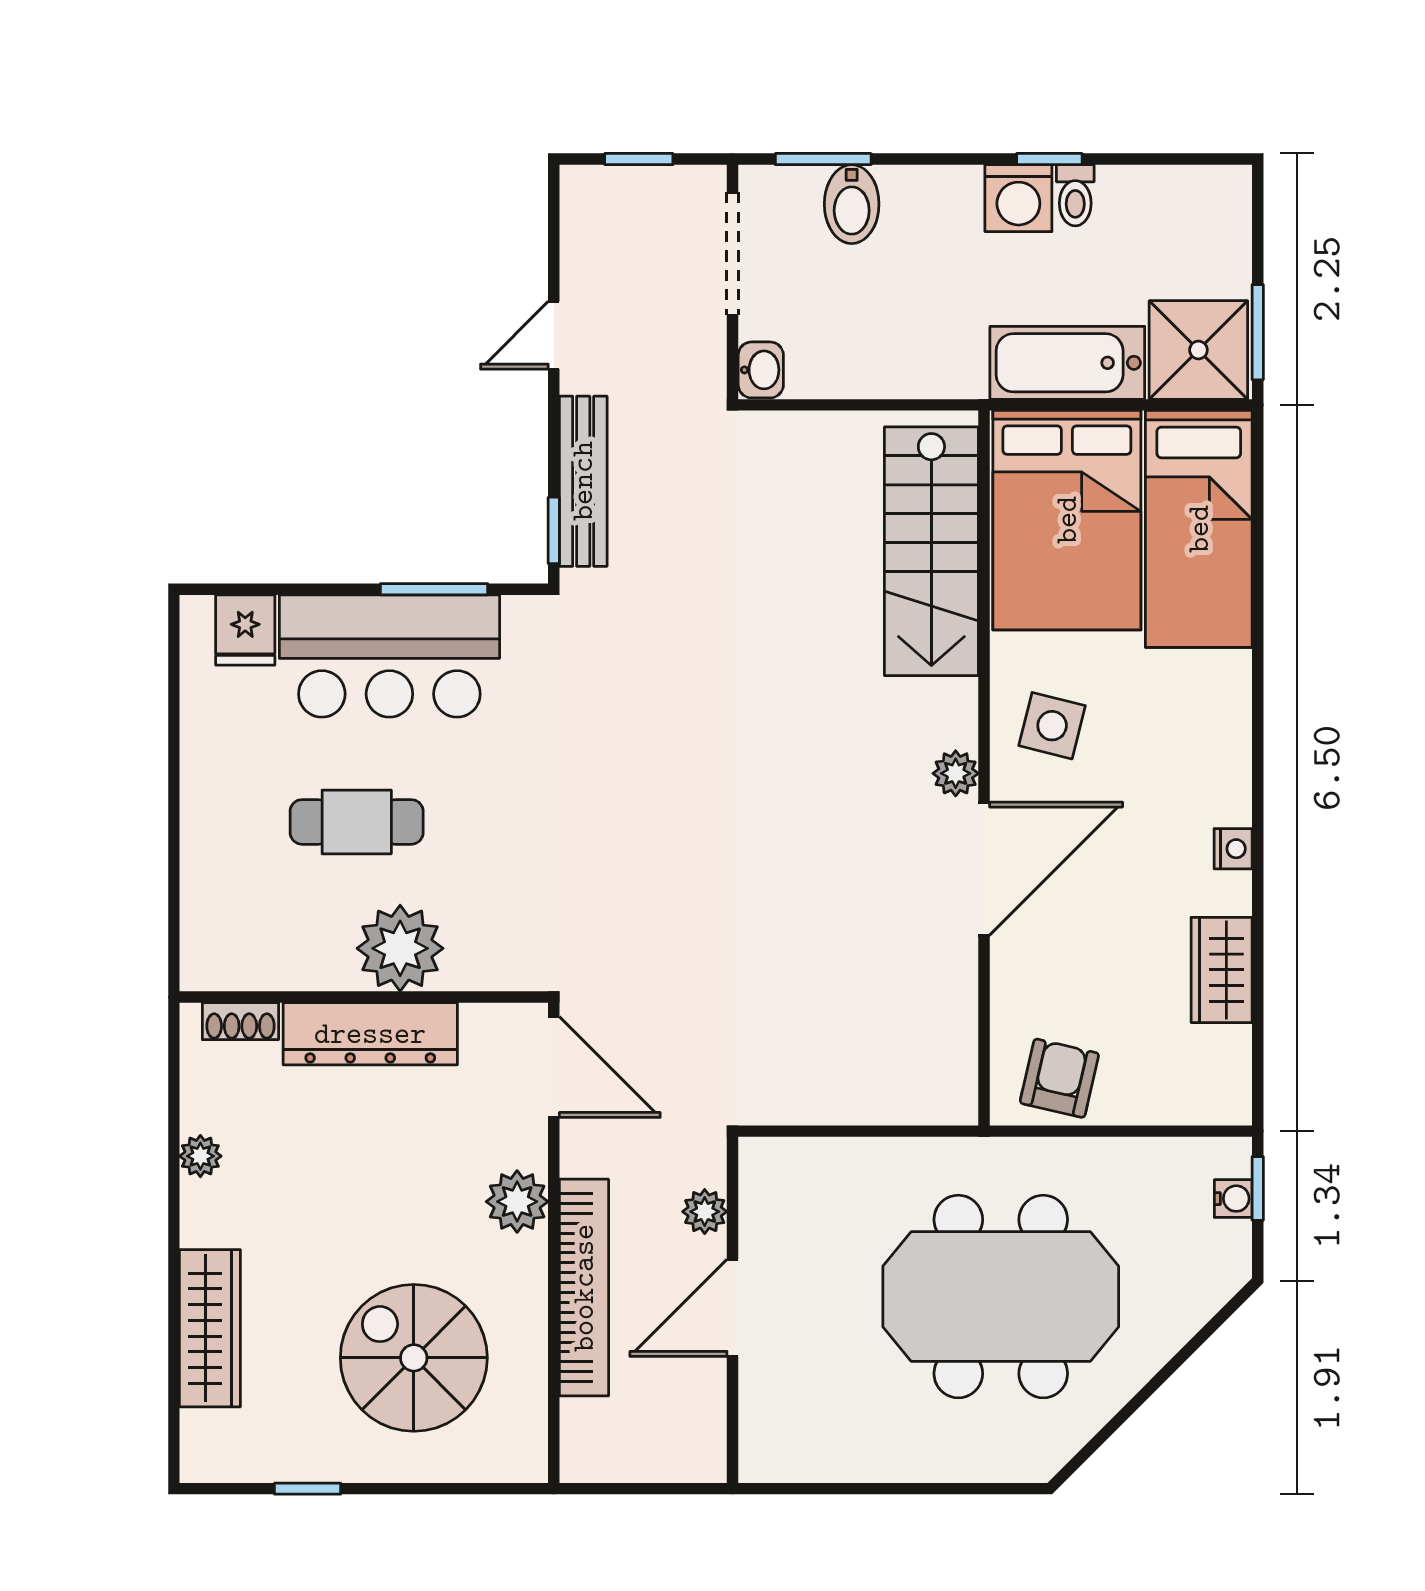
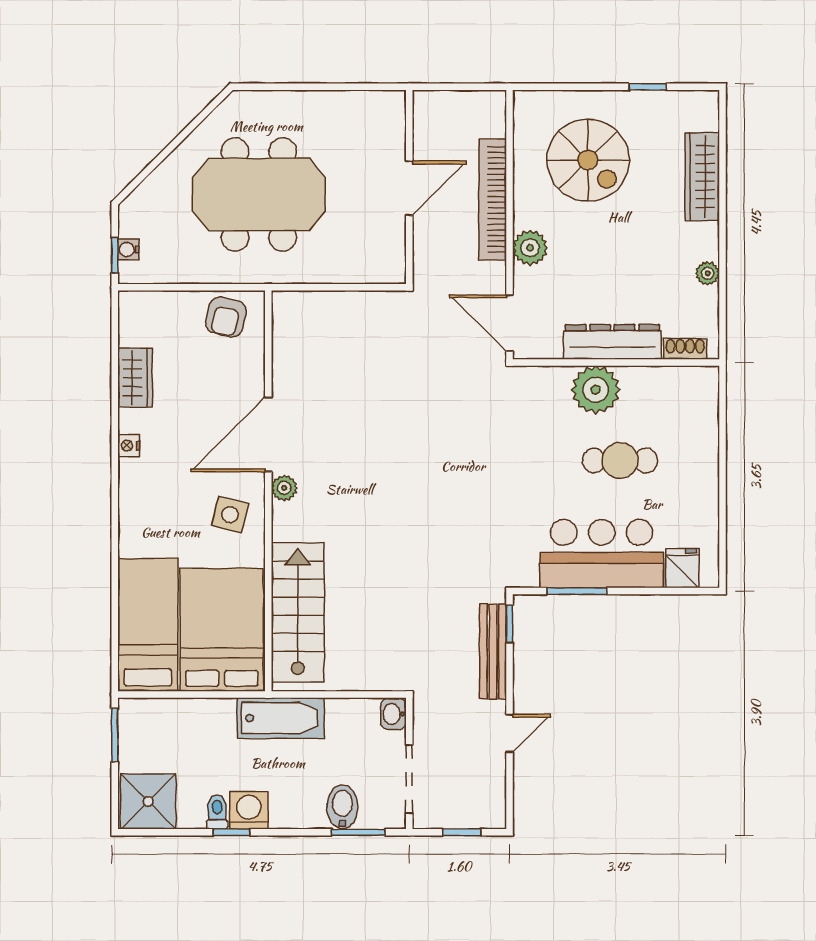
shower: (1198, 350) -> (148, 801), moved
bathtub: (1067, 363) -> (281, 718), moved
plant: (705, 1212) -> (425, 242), removed

